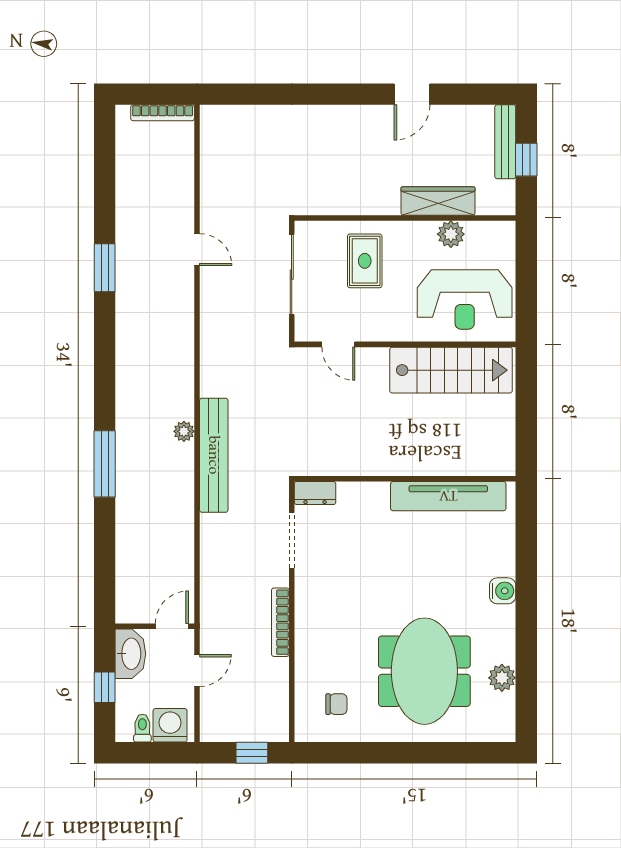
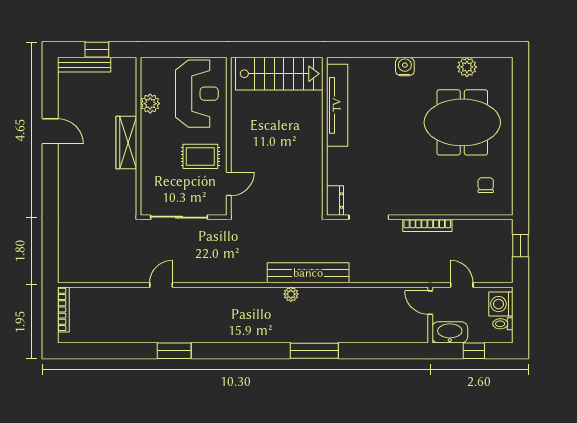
wardrobe: (438, 201) -> (126, 142), moved
rug: (365, 261) -> (200, 156), moved
stairs: (451, 370) -> (279, 74), moved, turned 90

